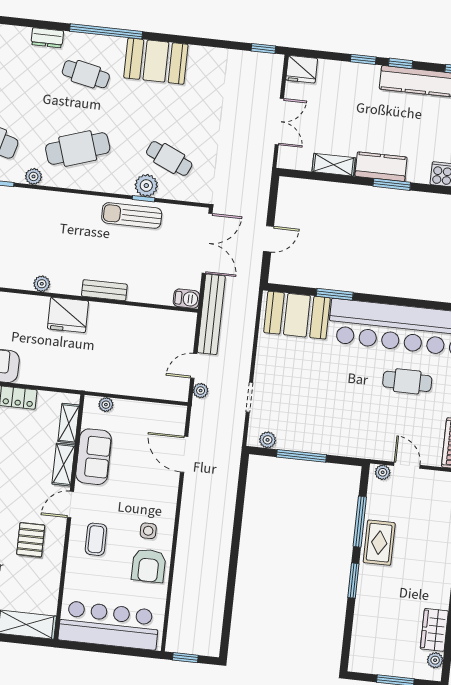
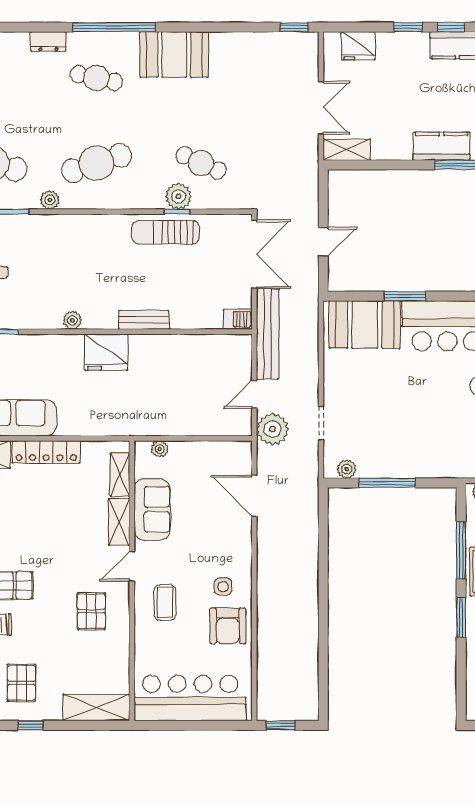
fridge: (302, 69) -> (358, 46), moved
shelving: (334, 165) -> (347, 150), moved
plant: (201, 391) -> (273, 429), width x1.88, depth x1.88

